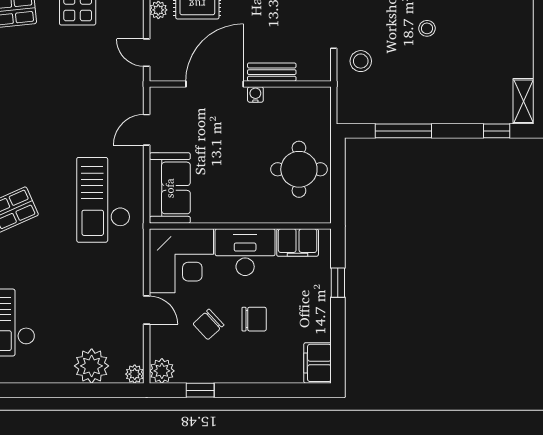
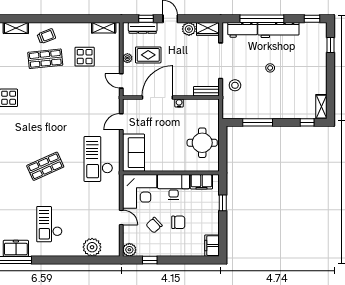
bench: (272, 72) -> (206, 91), moved
plant: (135, 374) -> (115, 251), removed

